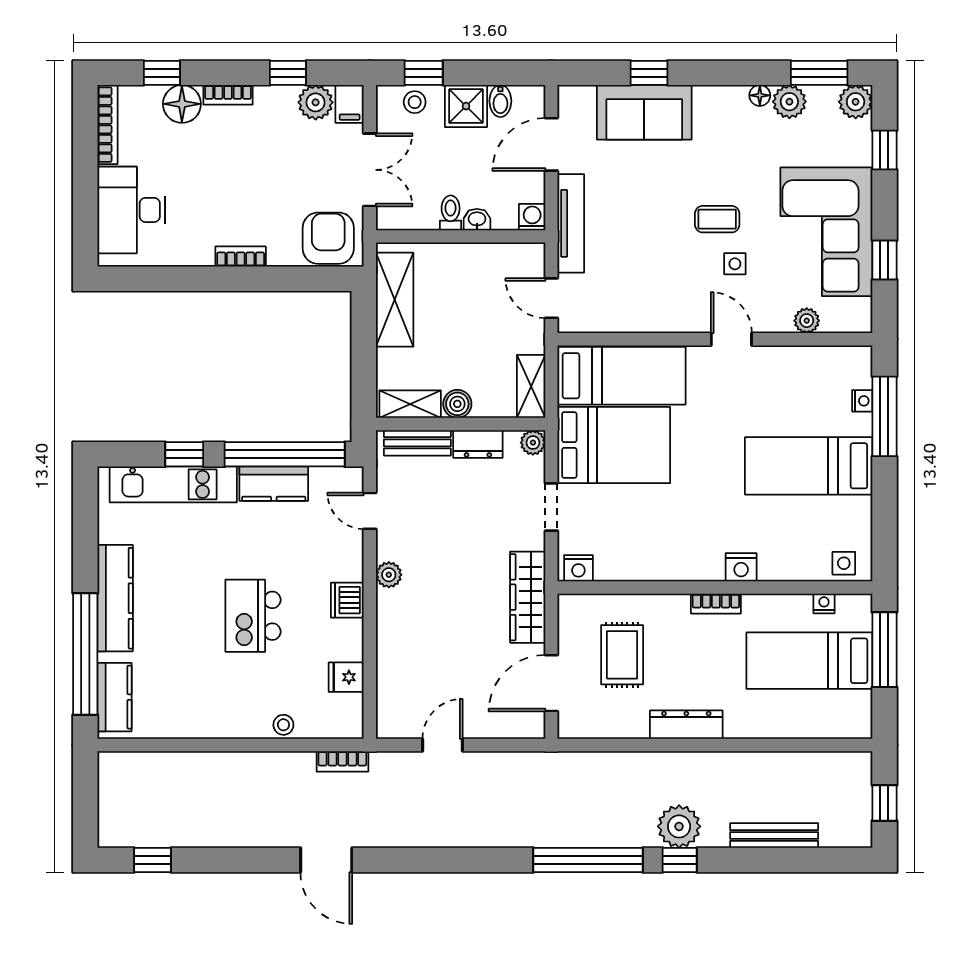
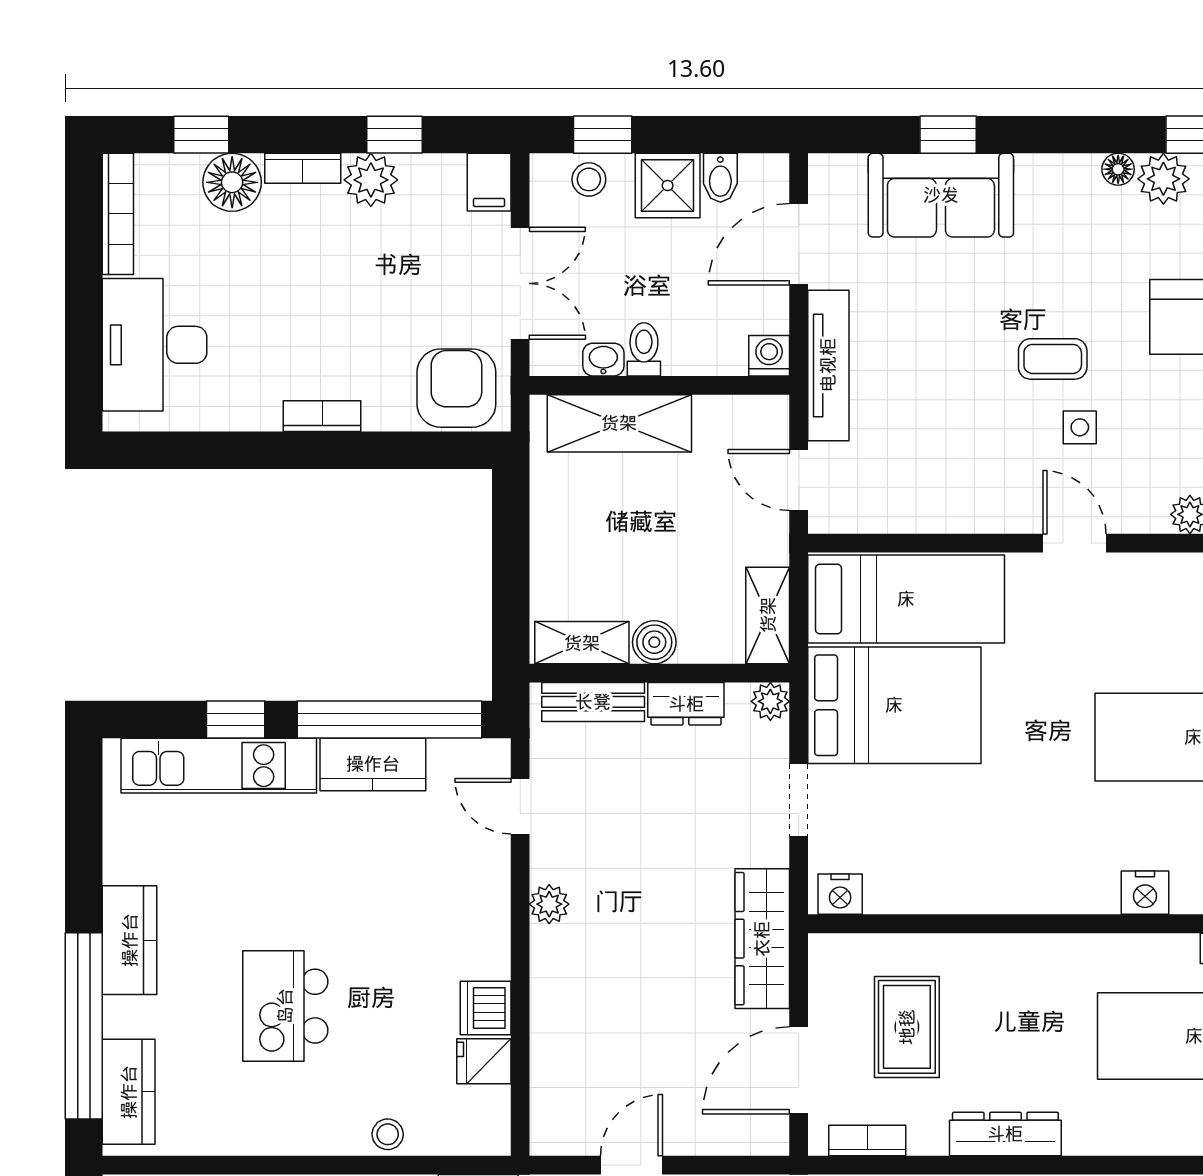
plant: (316, 102) -> (371, 180), moved
washbasin: (477, 220) -> (603, 360), moved
shelving: (395, 300) -> (619, 423), moved, turned 90
nightstand: (741, 567) -> (1145, 893), moved
kitchen counter: (115, 598) -> (130, 940), width x0.67
dishwasher: (347, 600) -> (486, 1008), moved
bookcase: (716, 604) -> (867, 1141), moved, turned 180
kitchen island: (253, 616) -> (285, 1006), moved

